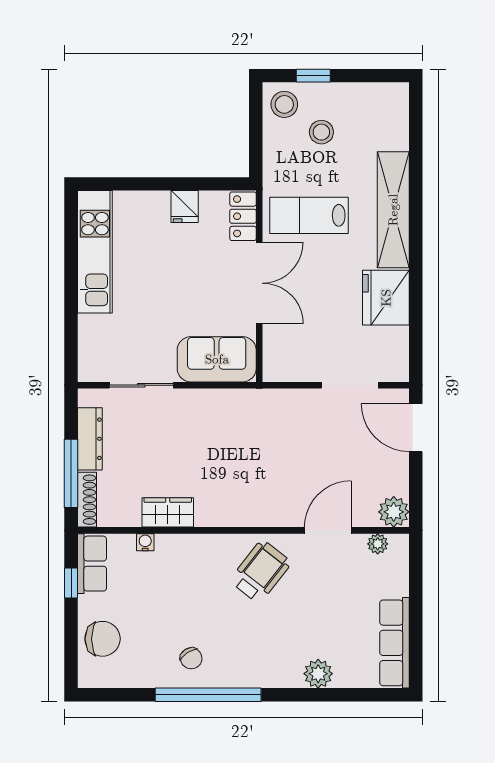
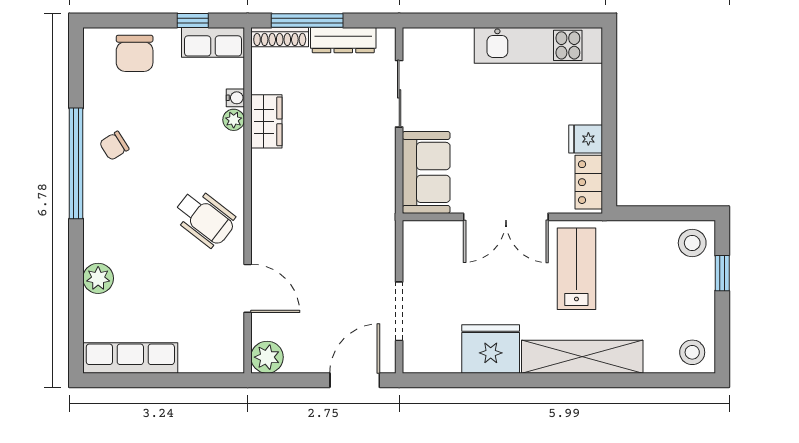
stool: (321, 132) -> (692, 352), moved
locker: (243, 216) -> (589, 182), moved, turned -90
plant: (378, 544) -> (234, 120), moved

